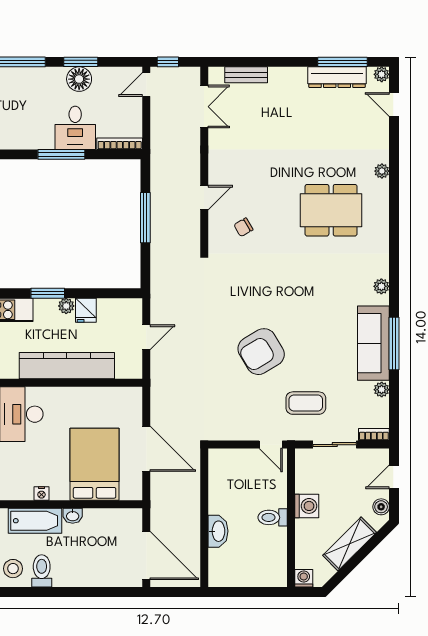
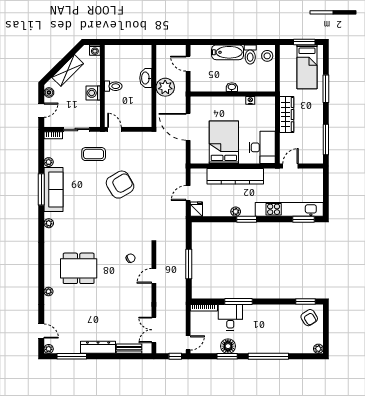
dresser: (337, 77) -> (98, 347), moved
fridge: (86, 310) -> (196, 209), moved
bed: (95, 464) -> (224, 142), moved, turned 180
plant: (185, 516) -> (165, 87), added
bathtub: (35, 521) -> (228, 52), moved, turned 180
door: (146, 555) -> (188, 64), width x0.53

